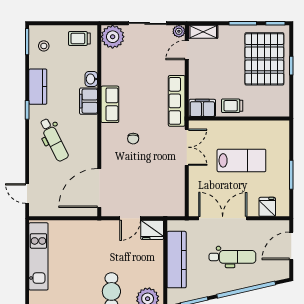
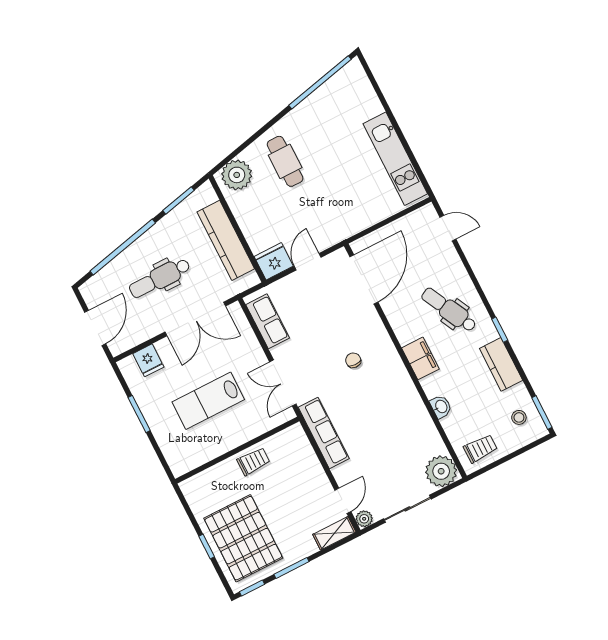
filing cabinet: (89, 101) -> (420, 358), moved
row of seats: (110, 104) -> (268, 321), moved, turned 180
filing cabinet: (202, 108) -> (288, 440), removed

